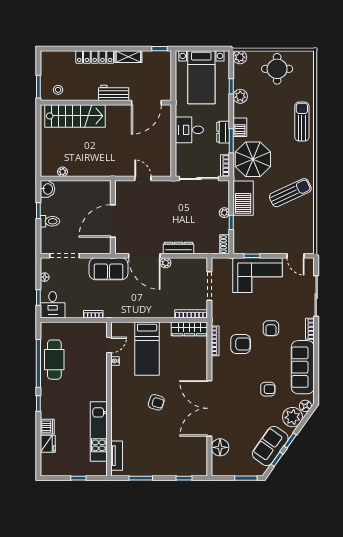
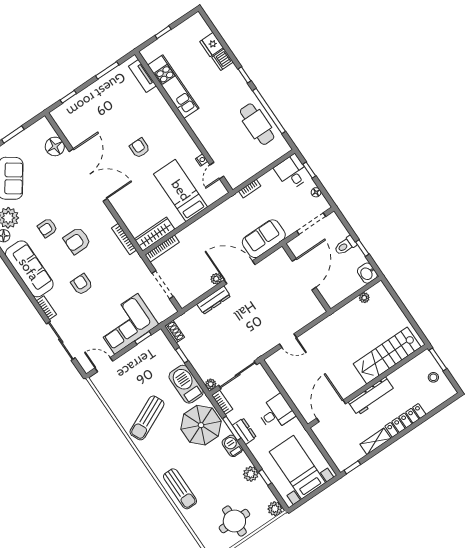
stool: (58, 90) -> (433, 377), moved
workbench: (114, 93) -> (372, 396), width x1.38
plant: (224, 213) -> (211, 384), moved
wall: (113, 217) -> (306, 278), moved
door: (113, 221) -> (304, 274), moved
armchair: (241, 344) -> (77, 241), moved
armchair: (156, 402) -> (139, 148), turned 73

